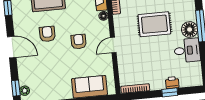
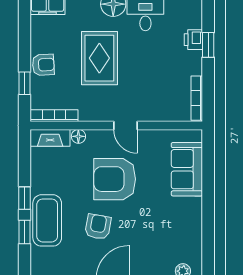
armchair: (47, 34) -> (98, 227), turned 100
armchair: (79, 42) -> (115, 179), width x1.88, depth x1.88

